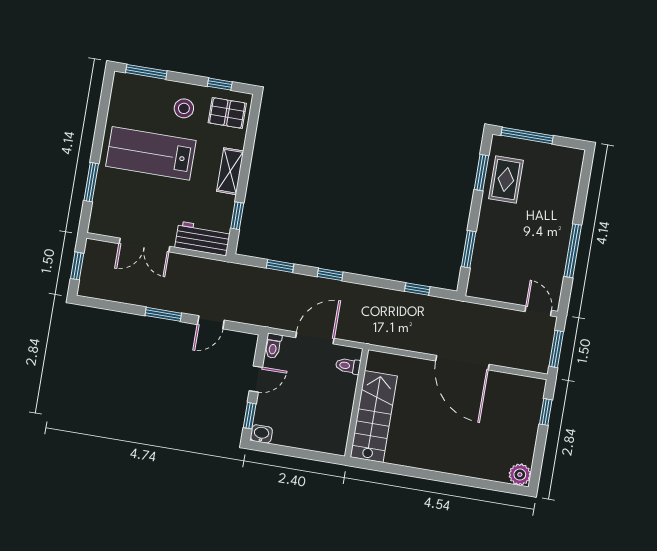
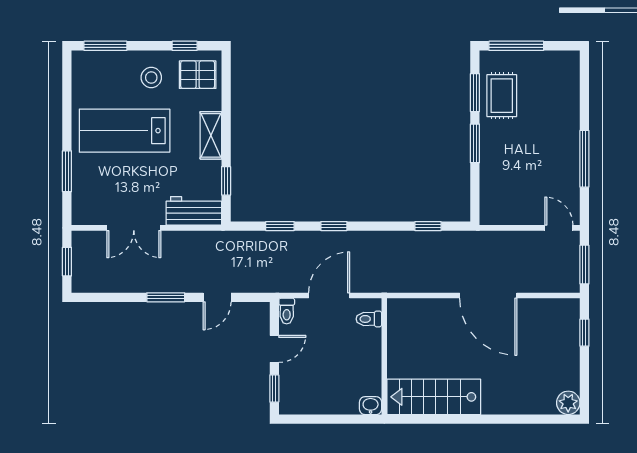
window: (469, 249) -> (475, 143), moved
stairs: (374, 417) -> (434, 397), moved, turned -90
washbasin: (261, 434) -> (371, 406), moved

